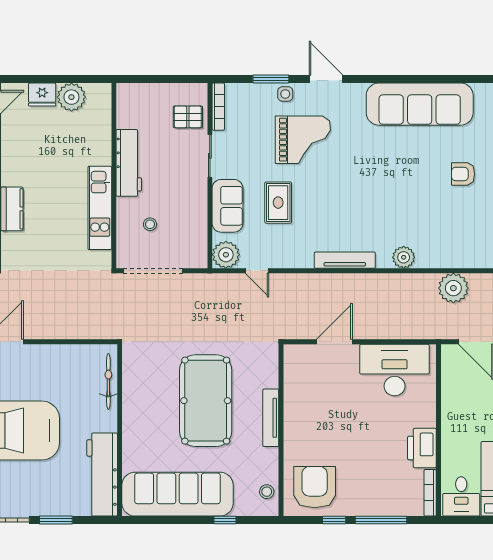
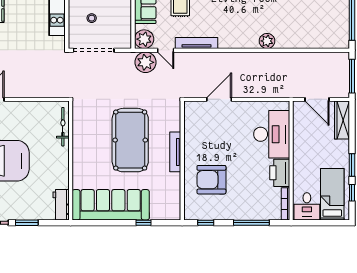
tv unit: (345, 260) -> (197, 43), moved
plant: (453, 288) -> (145, 62), moved
desk: (395, 370) -> (272, 134), moved, turned 90
workbench: (102, 475) -> (61, 205), width x0.53, depth x0.76
armchair: (315, 487) -> (211, 180), moved, turned -90
stool: (267, 492) -> (172, 203), removed
window: (334, 520) -> (206, 223), moved

